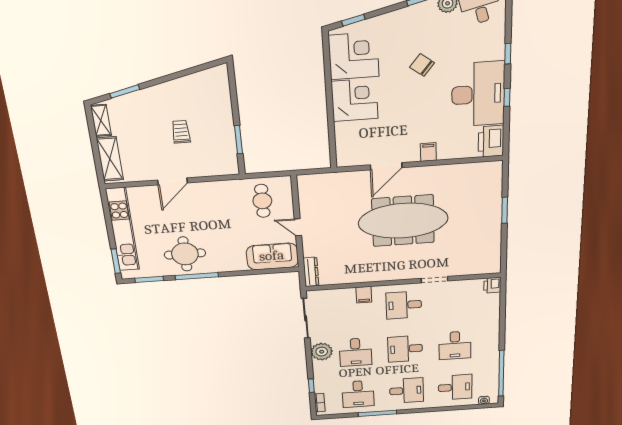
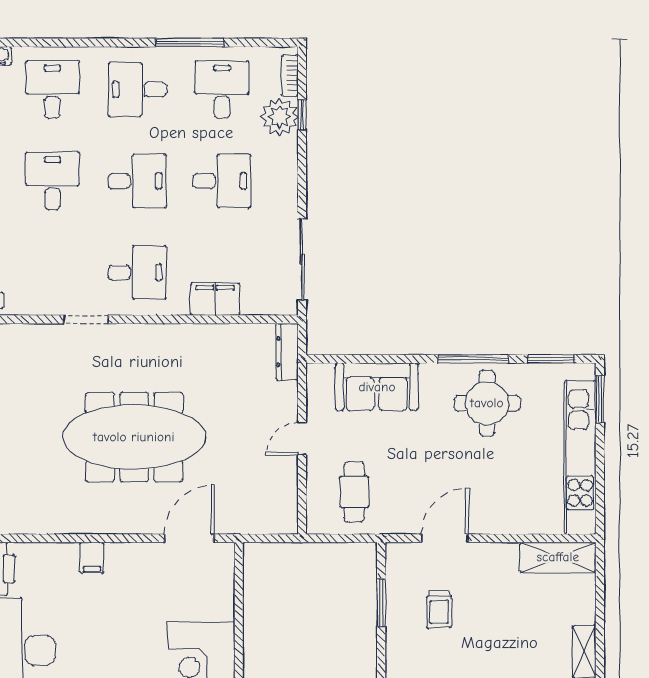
trolley: (181, 132) -> (439, 609), moved
shelving: (110, 159) -> (558, 557), moved, turned 90
door: (386, 166) -> (189, 538), moved
door: (172, 181) -> (445, 538), moved
door: (298, 227) -> (302, 439), swing flipped
sofa: (272, 256) -> (377, 387), moved
filing cabinet: (364, 295) -> (215, 299), width x2.00
plant: (322, 352) -> (280, 117), moved
desk: (356, 352) -> (222, 181), turned 90
desk: (455, 387) -> (52, 89), turned 90

